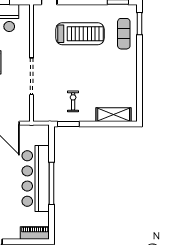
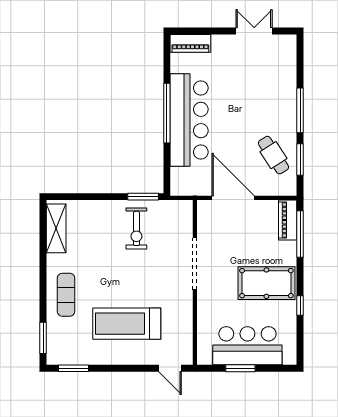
exercise mat: (124, 34) -> (66, 295), moved
exercise bike: (73, 101) -> (136, 228), width x1.38, depth x1.39
shelving: (114, 115) -> (56, 228), moved, turned 90

